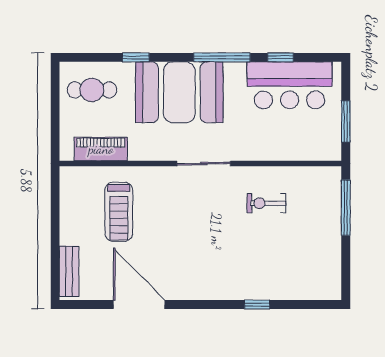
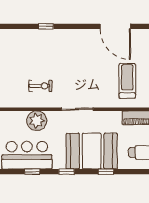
window: (136, 57) -> (106, 172), moved
window: (222, 57) -> (67, 172), width x0.46
plant: (273, 144) -> (37, 121), added

